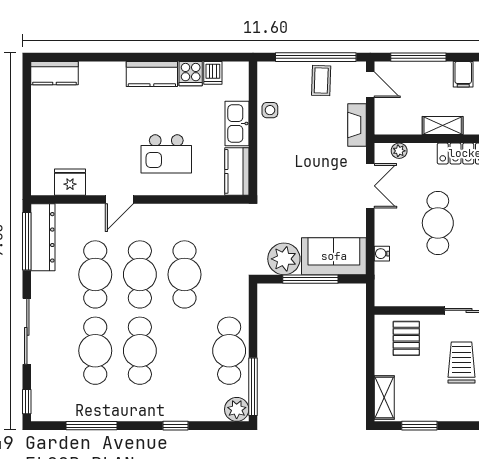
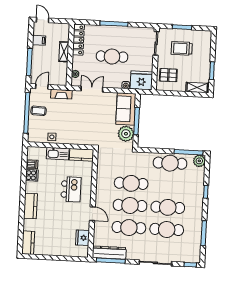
kitchen counter: (152, 74) -> (30, 206), moved
fridge: (393, 285) -> (141, 80), added

